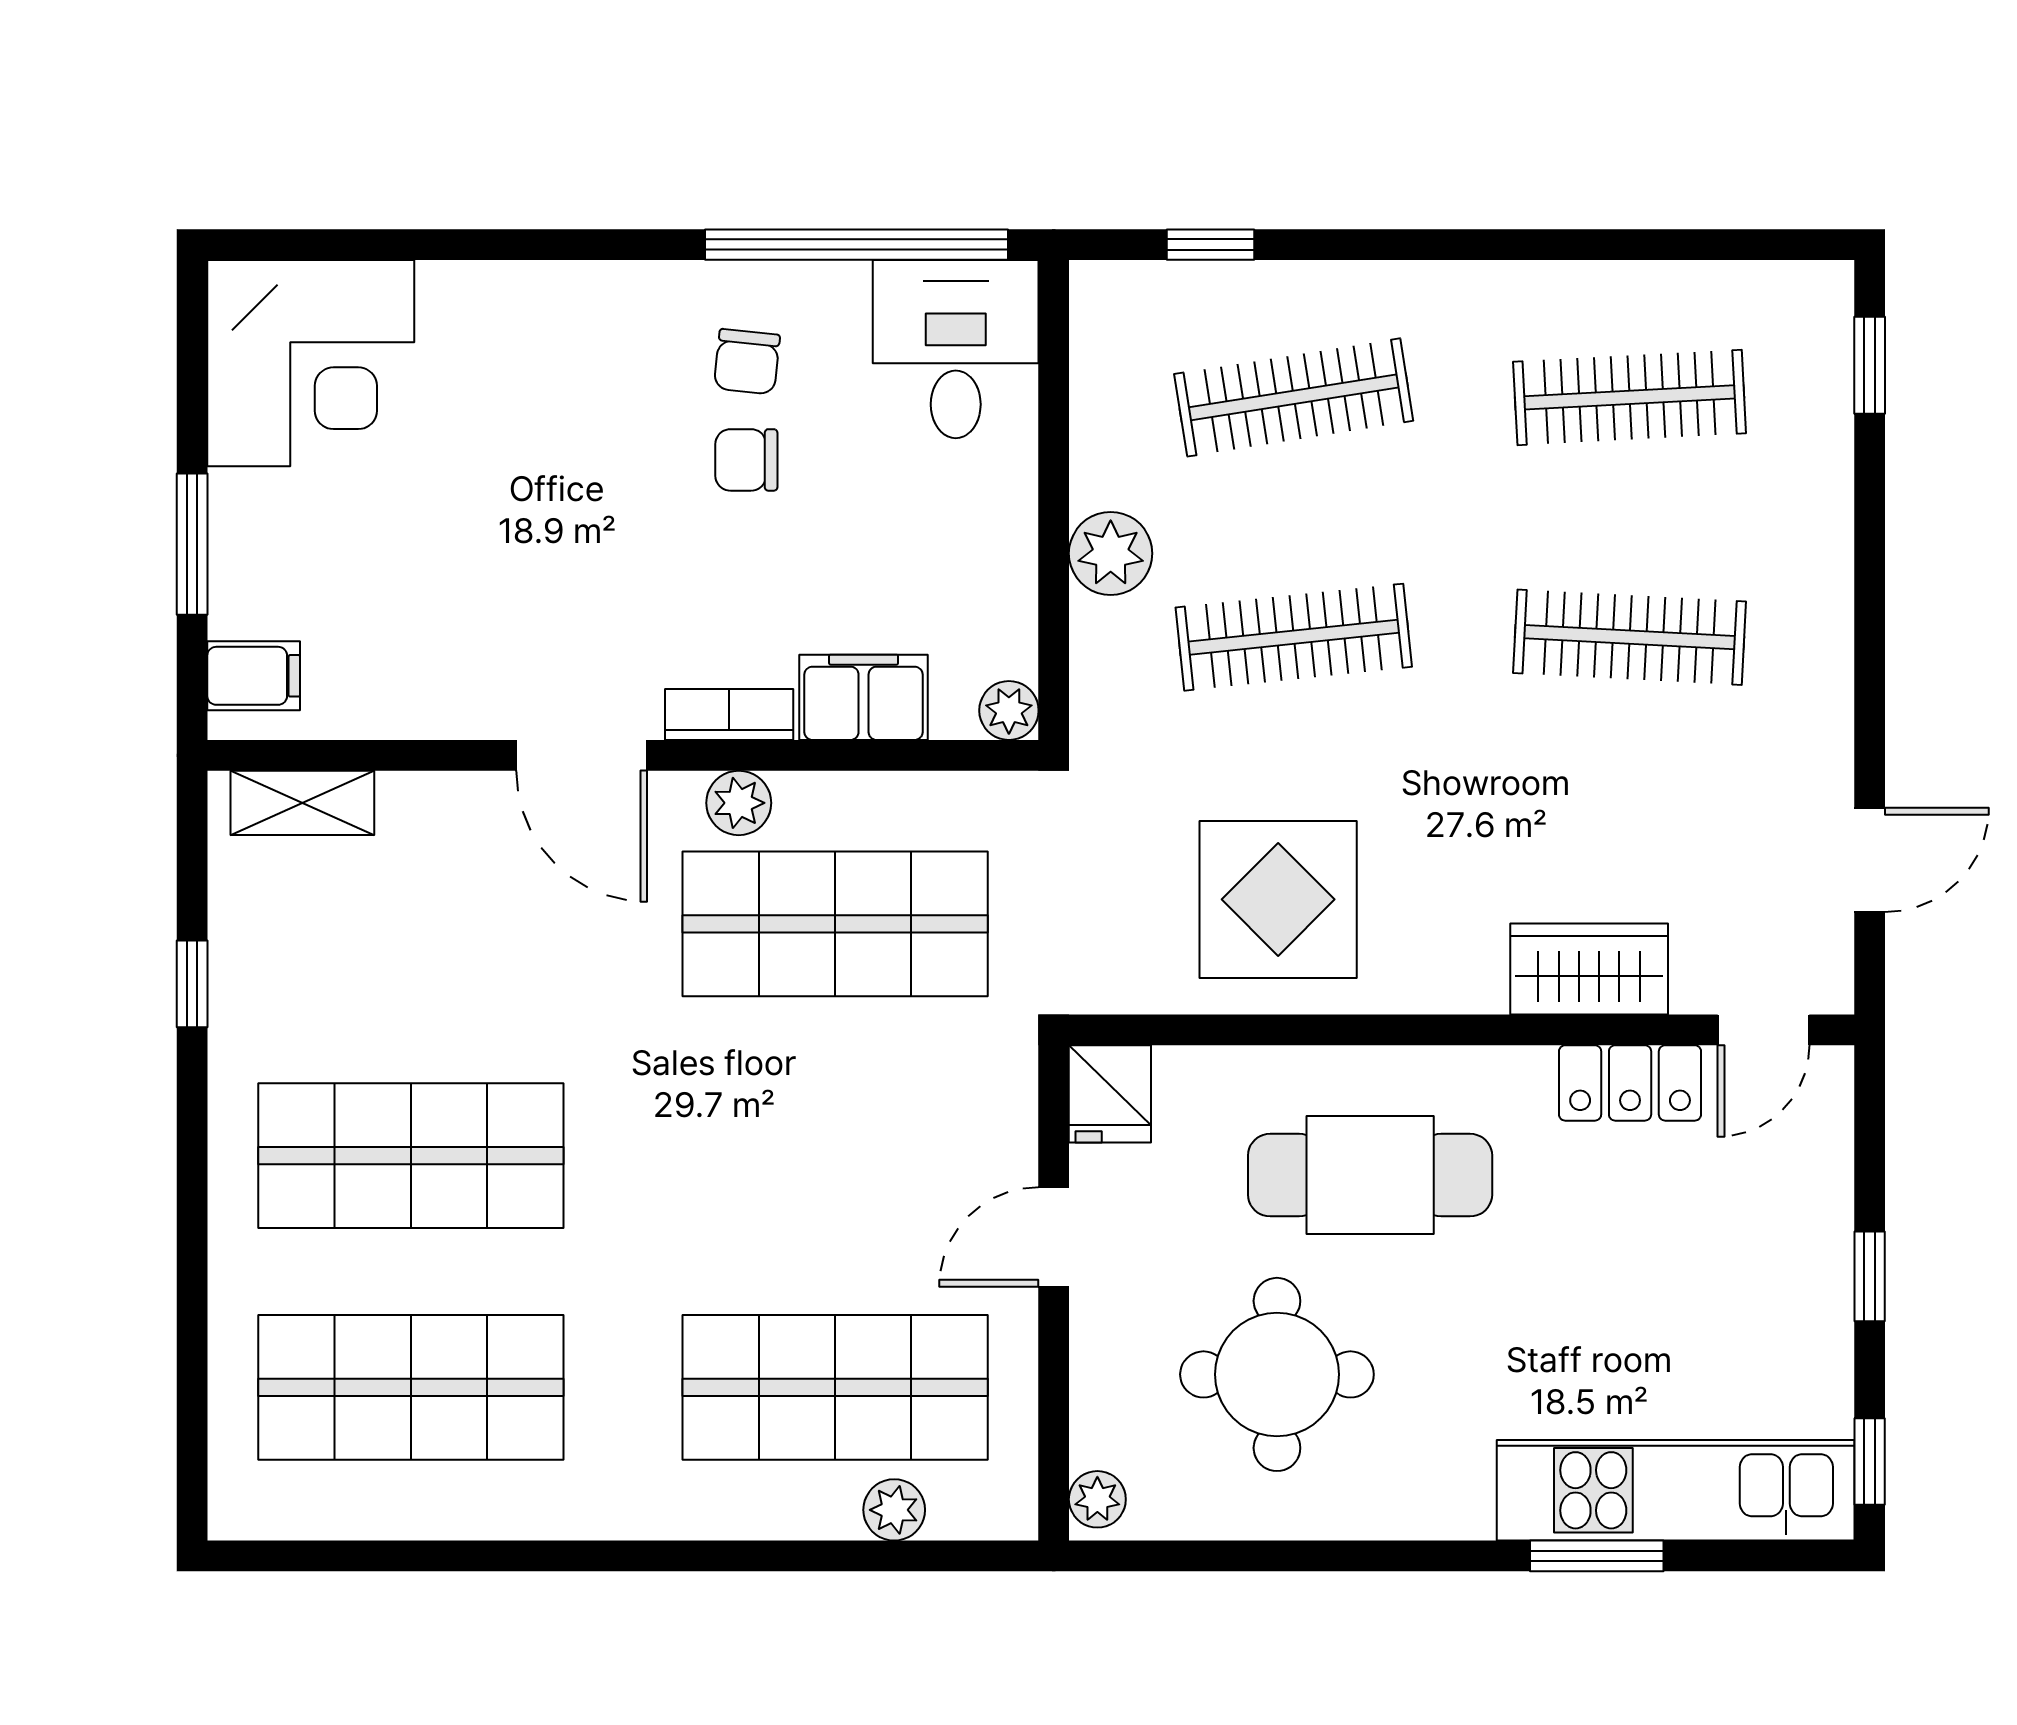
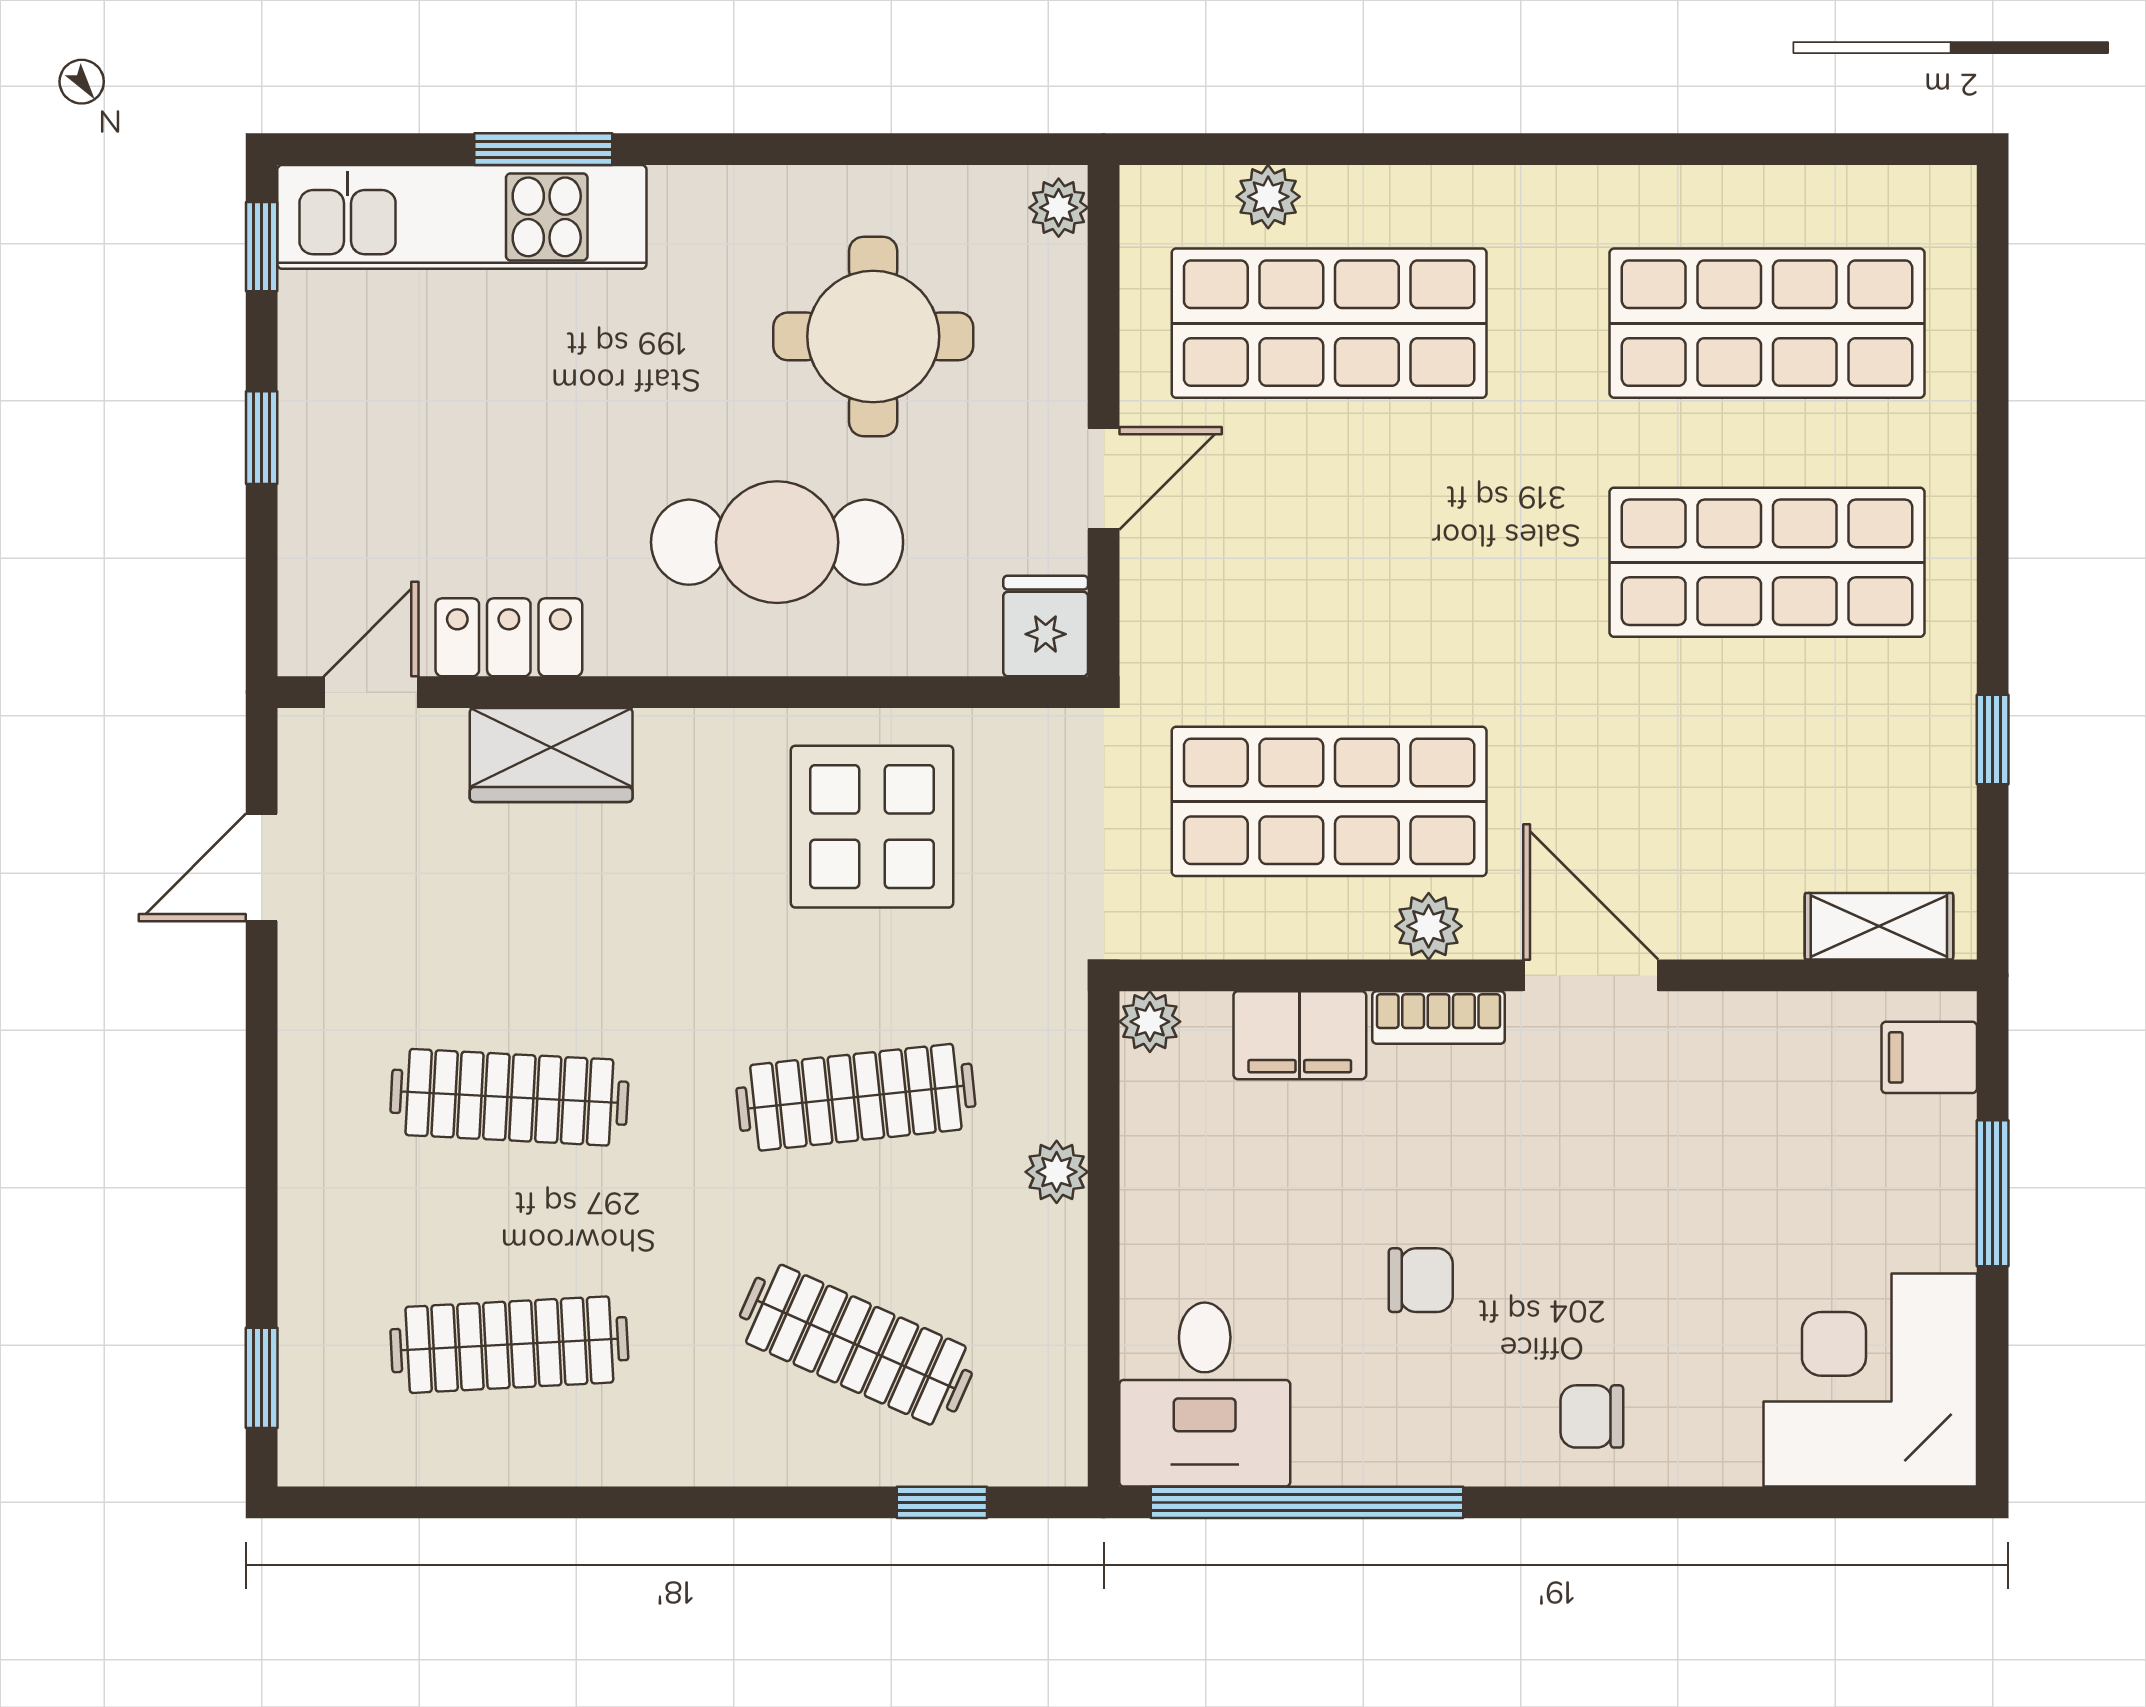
chair: (747, 362) -> (1592, 1416), moved, turned -96
clothes rail: (1294, 397) -> (856, 1345), turned 33
plant: (1111, 553) -> (1057, 1172), width x0.73, depth x0.73

